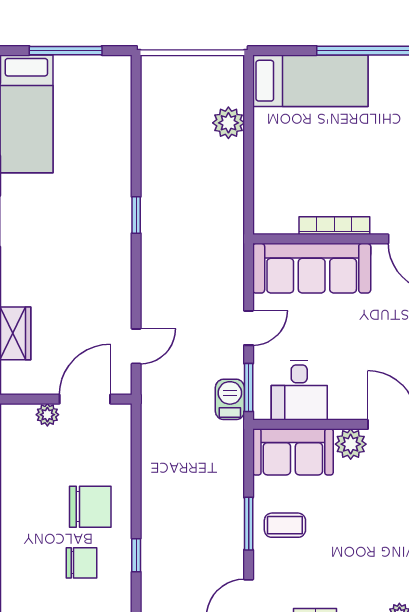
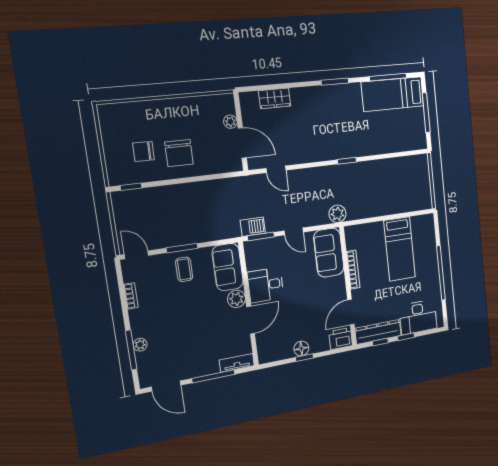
bed: (310, 81) -> (400, 249), moved
plant: (228, 123) -> (337, 214), moved
sofa: (312, 268) -> (329, 253), width x0.73
desk: (299, 390) -> (266, 285), moved
window: (136, 555) -> (131, 187), moved
chair: (81, 563) -> (144, 151), turned 91

